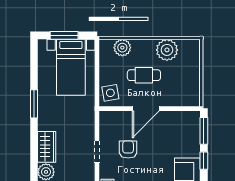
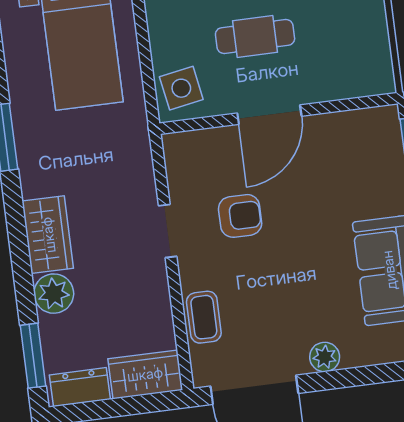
armchair: (128, 149) -> (240, 216), turned 90

